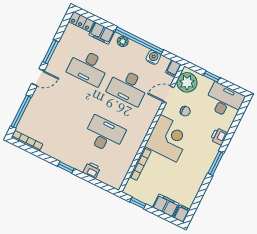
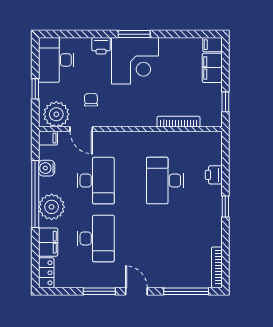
plant: (123, 41) -> (52, 207), width x1.87, depth x1.87
corner desk: (168, 138) -> (135, 61), moved, turned 180

